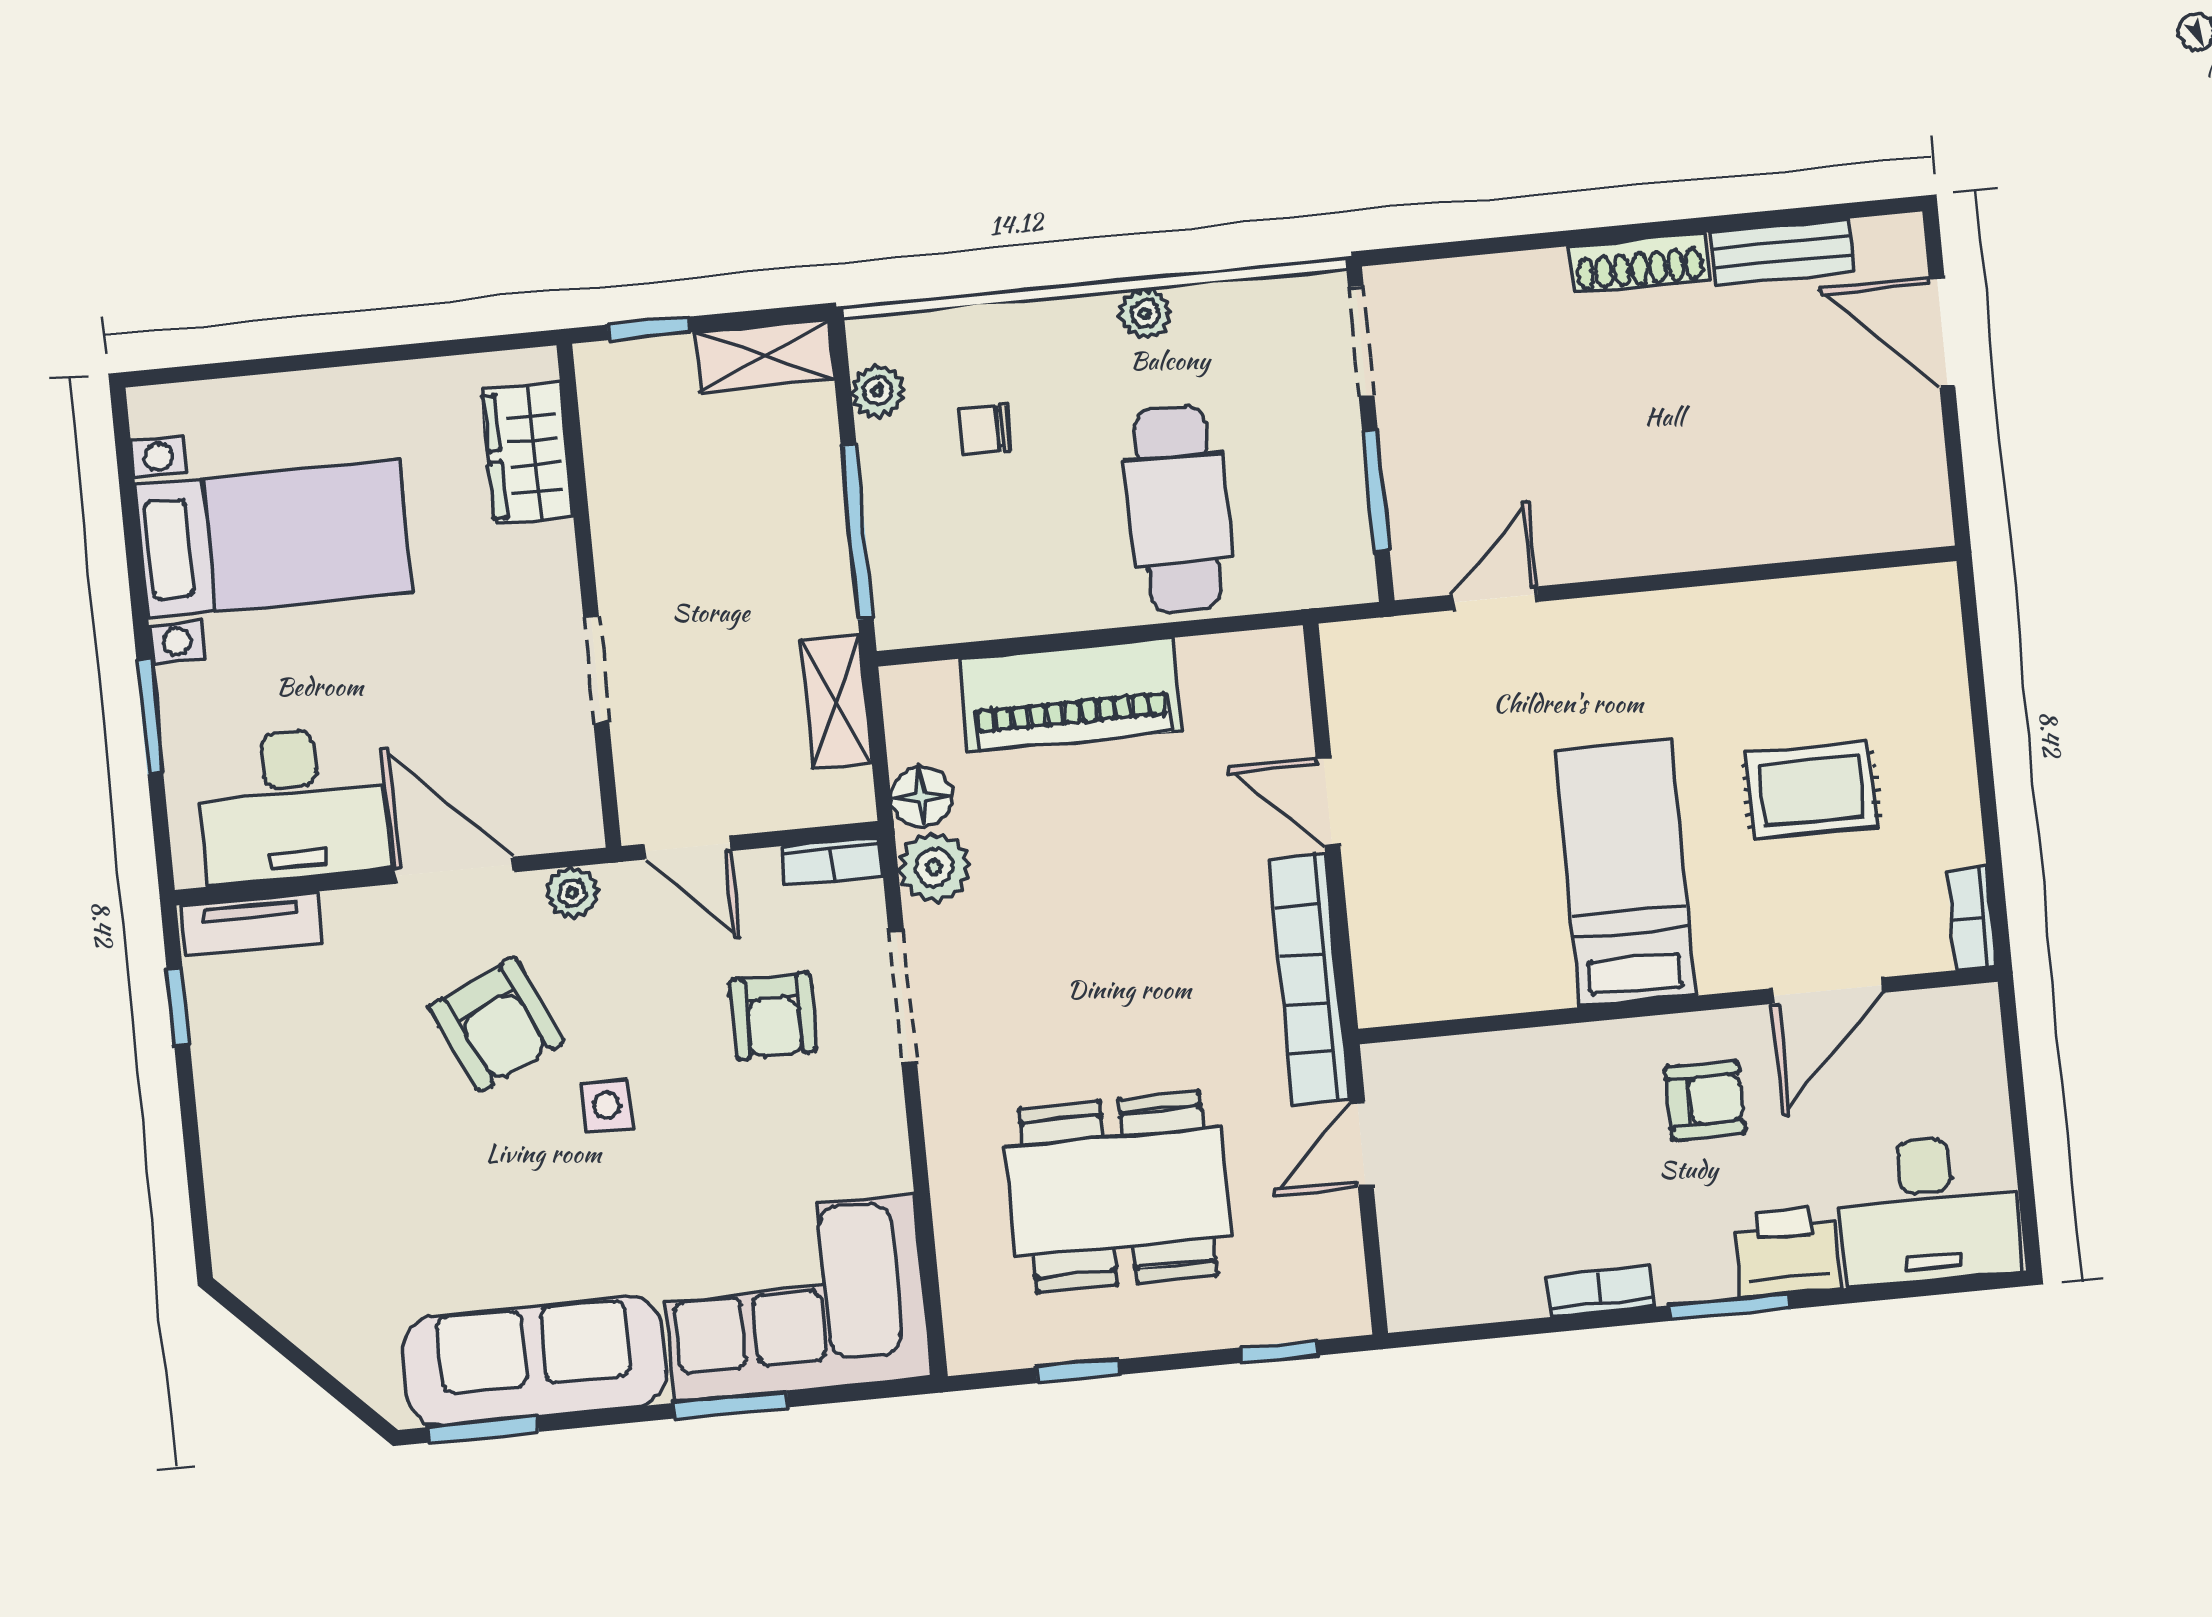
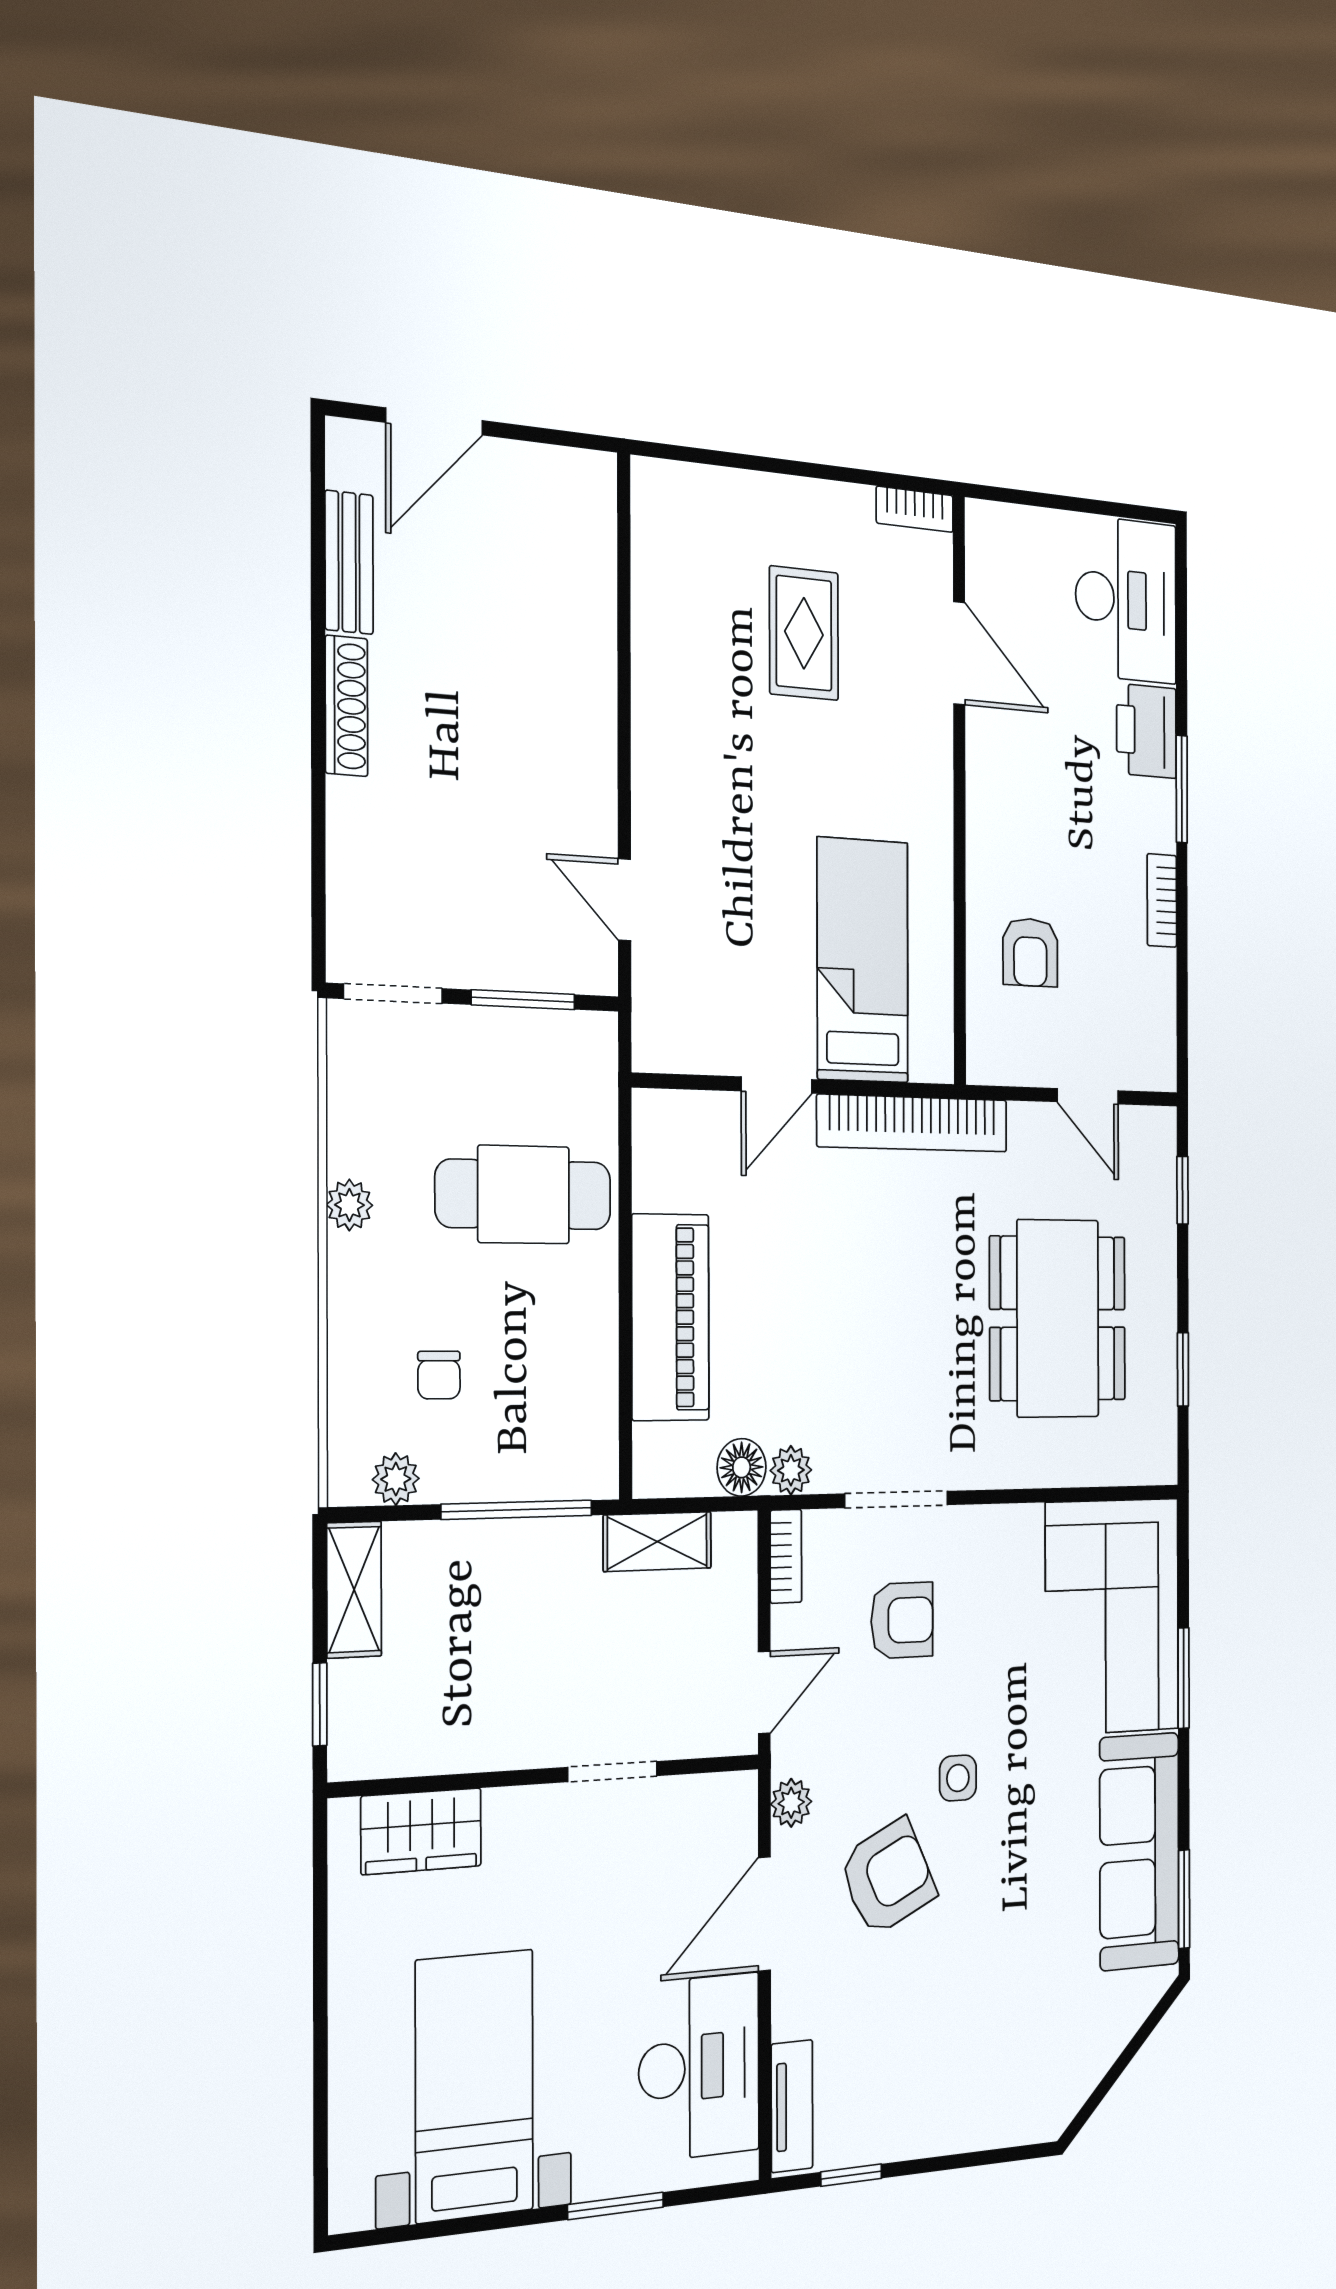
plant: (934, 867) -> (791, 1470), width x0.73, depth x0.73
bed: (1625, 872) -> (863, 960), moved, turned 90
armchair: (1705, 1100) -> (1030, 952), moved, turned 180
door: (1362, 1144) -> (1088, 1096), moved

